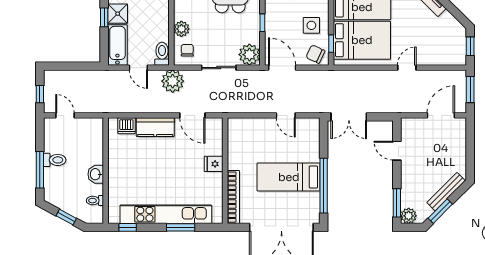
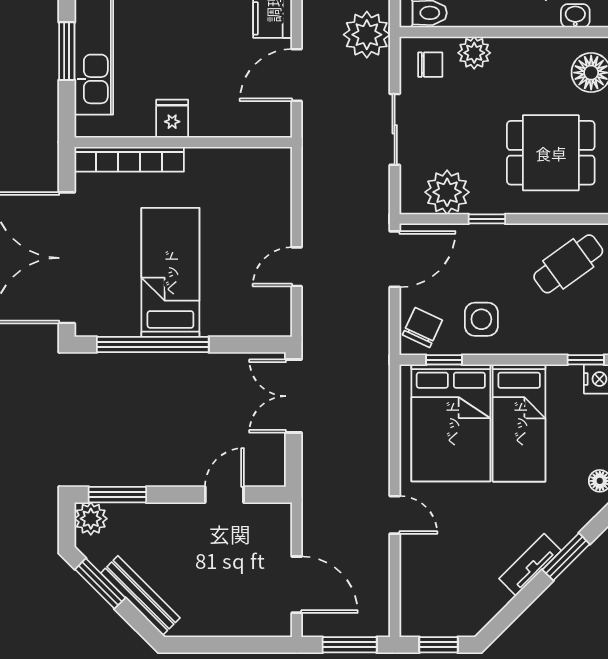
plant: (249, 55) -> (447, 192), moved
fridge: (214, 164) -> (172, 119), moved

